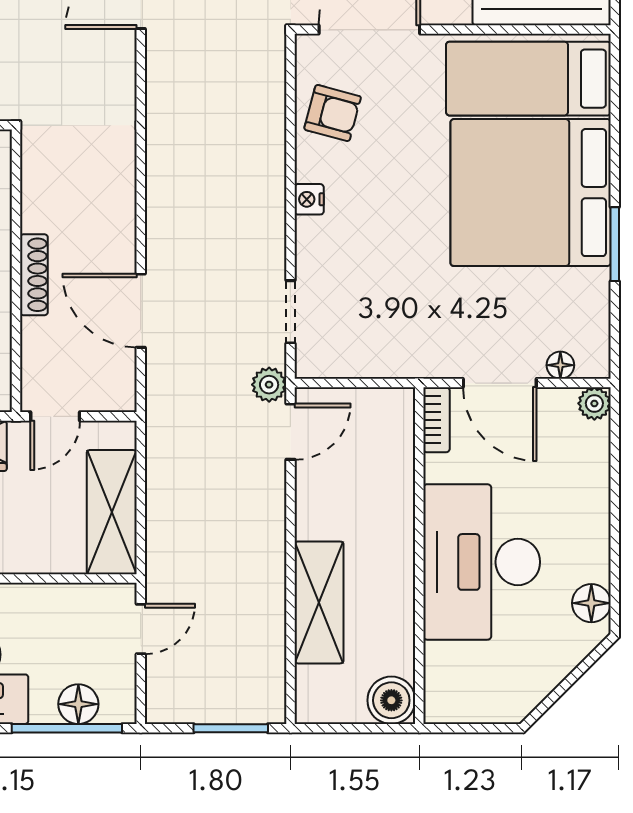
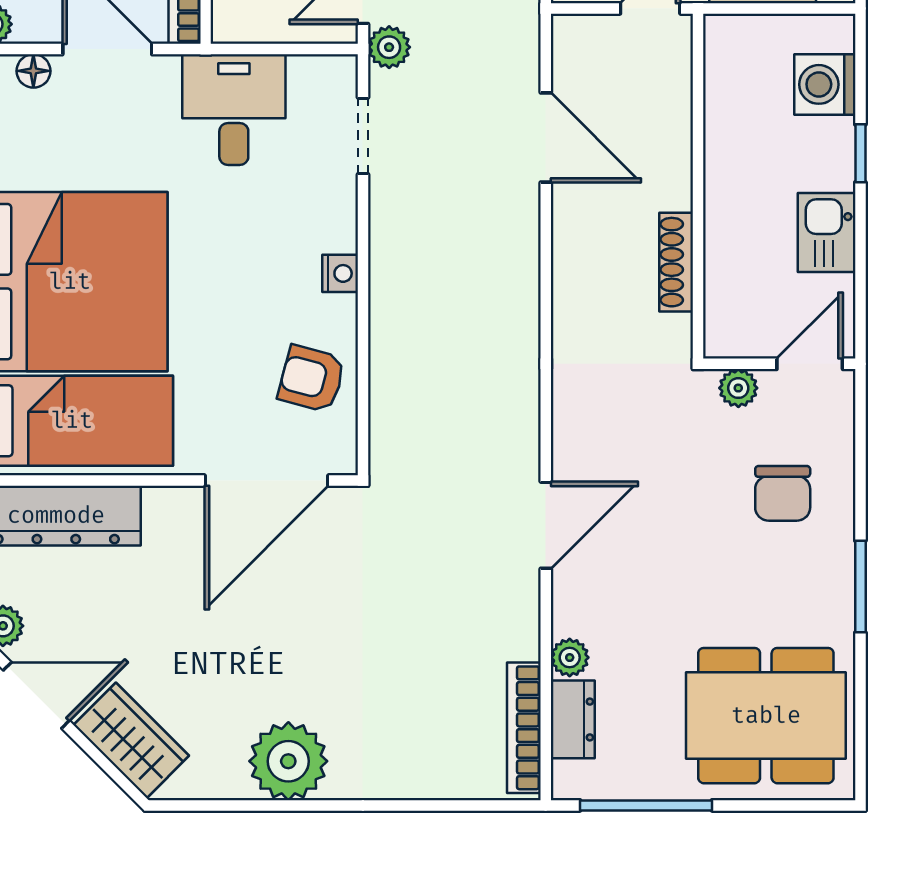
shoe rack: (34, 275) -> (676, 262), moved
desk: (396, 333) -> (234, 110), added

